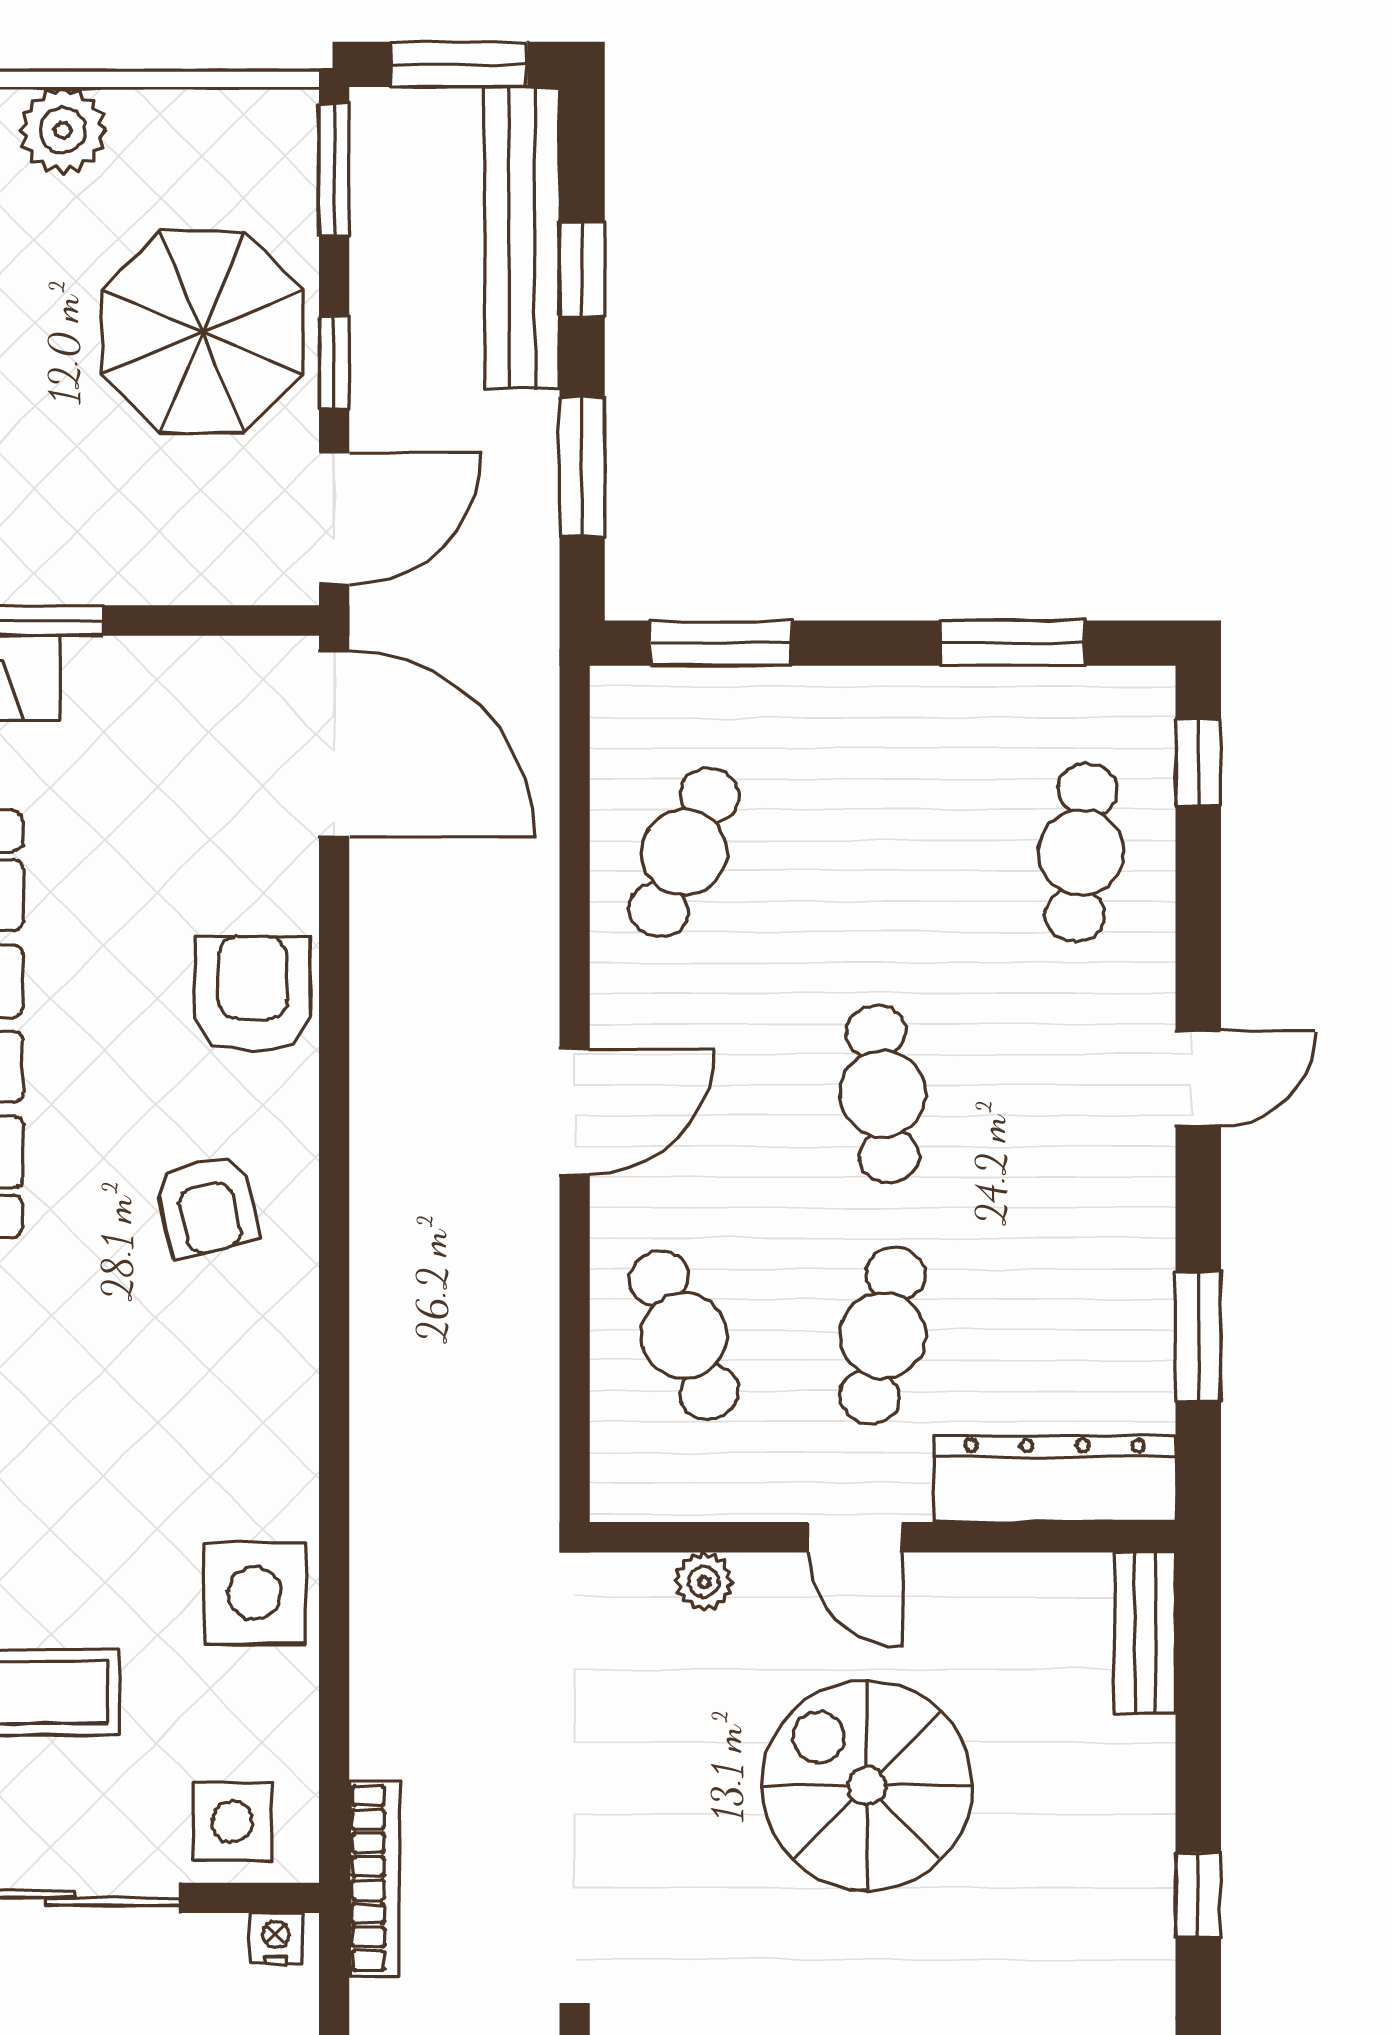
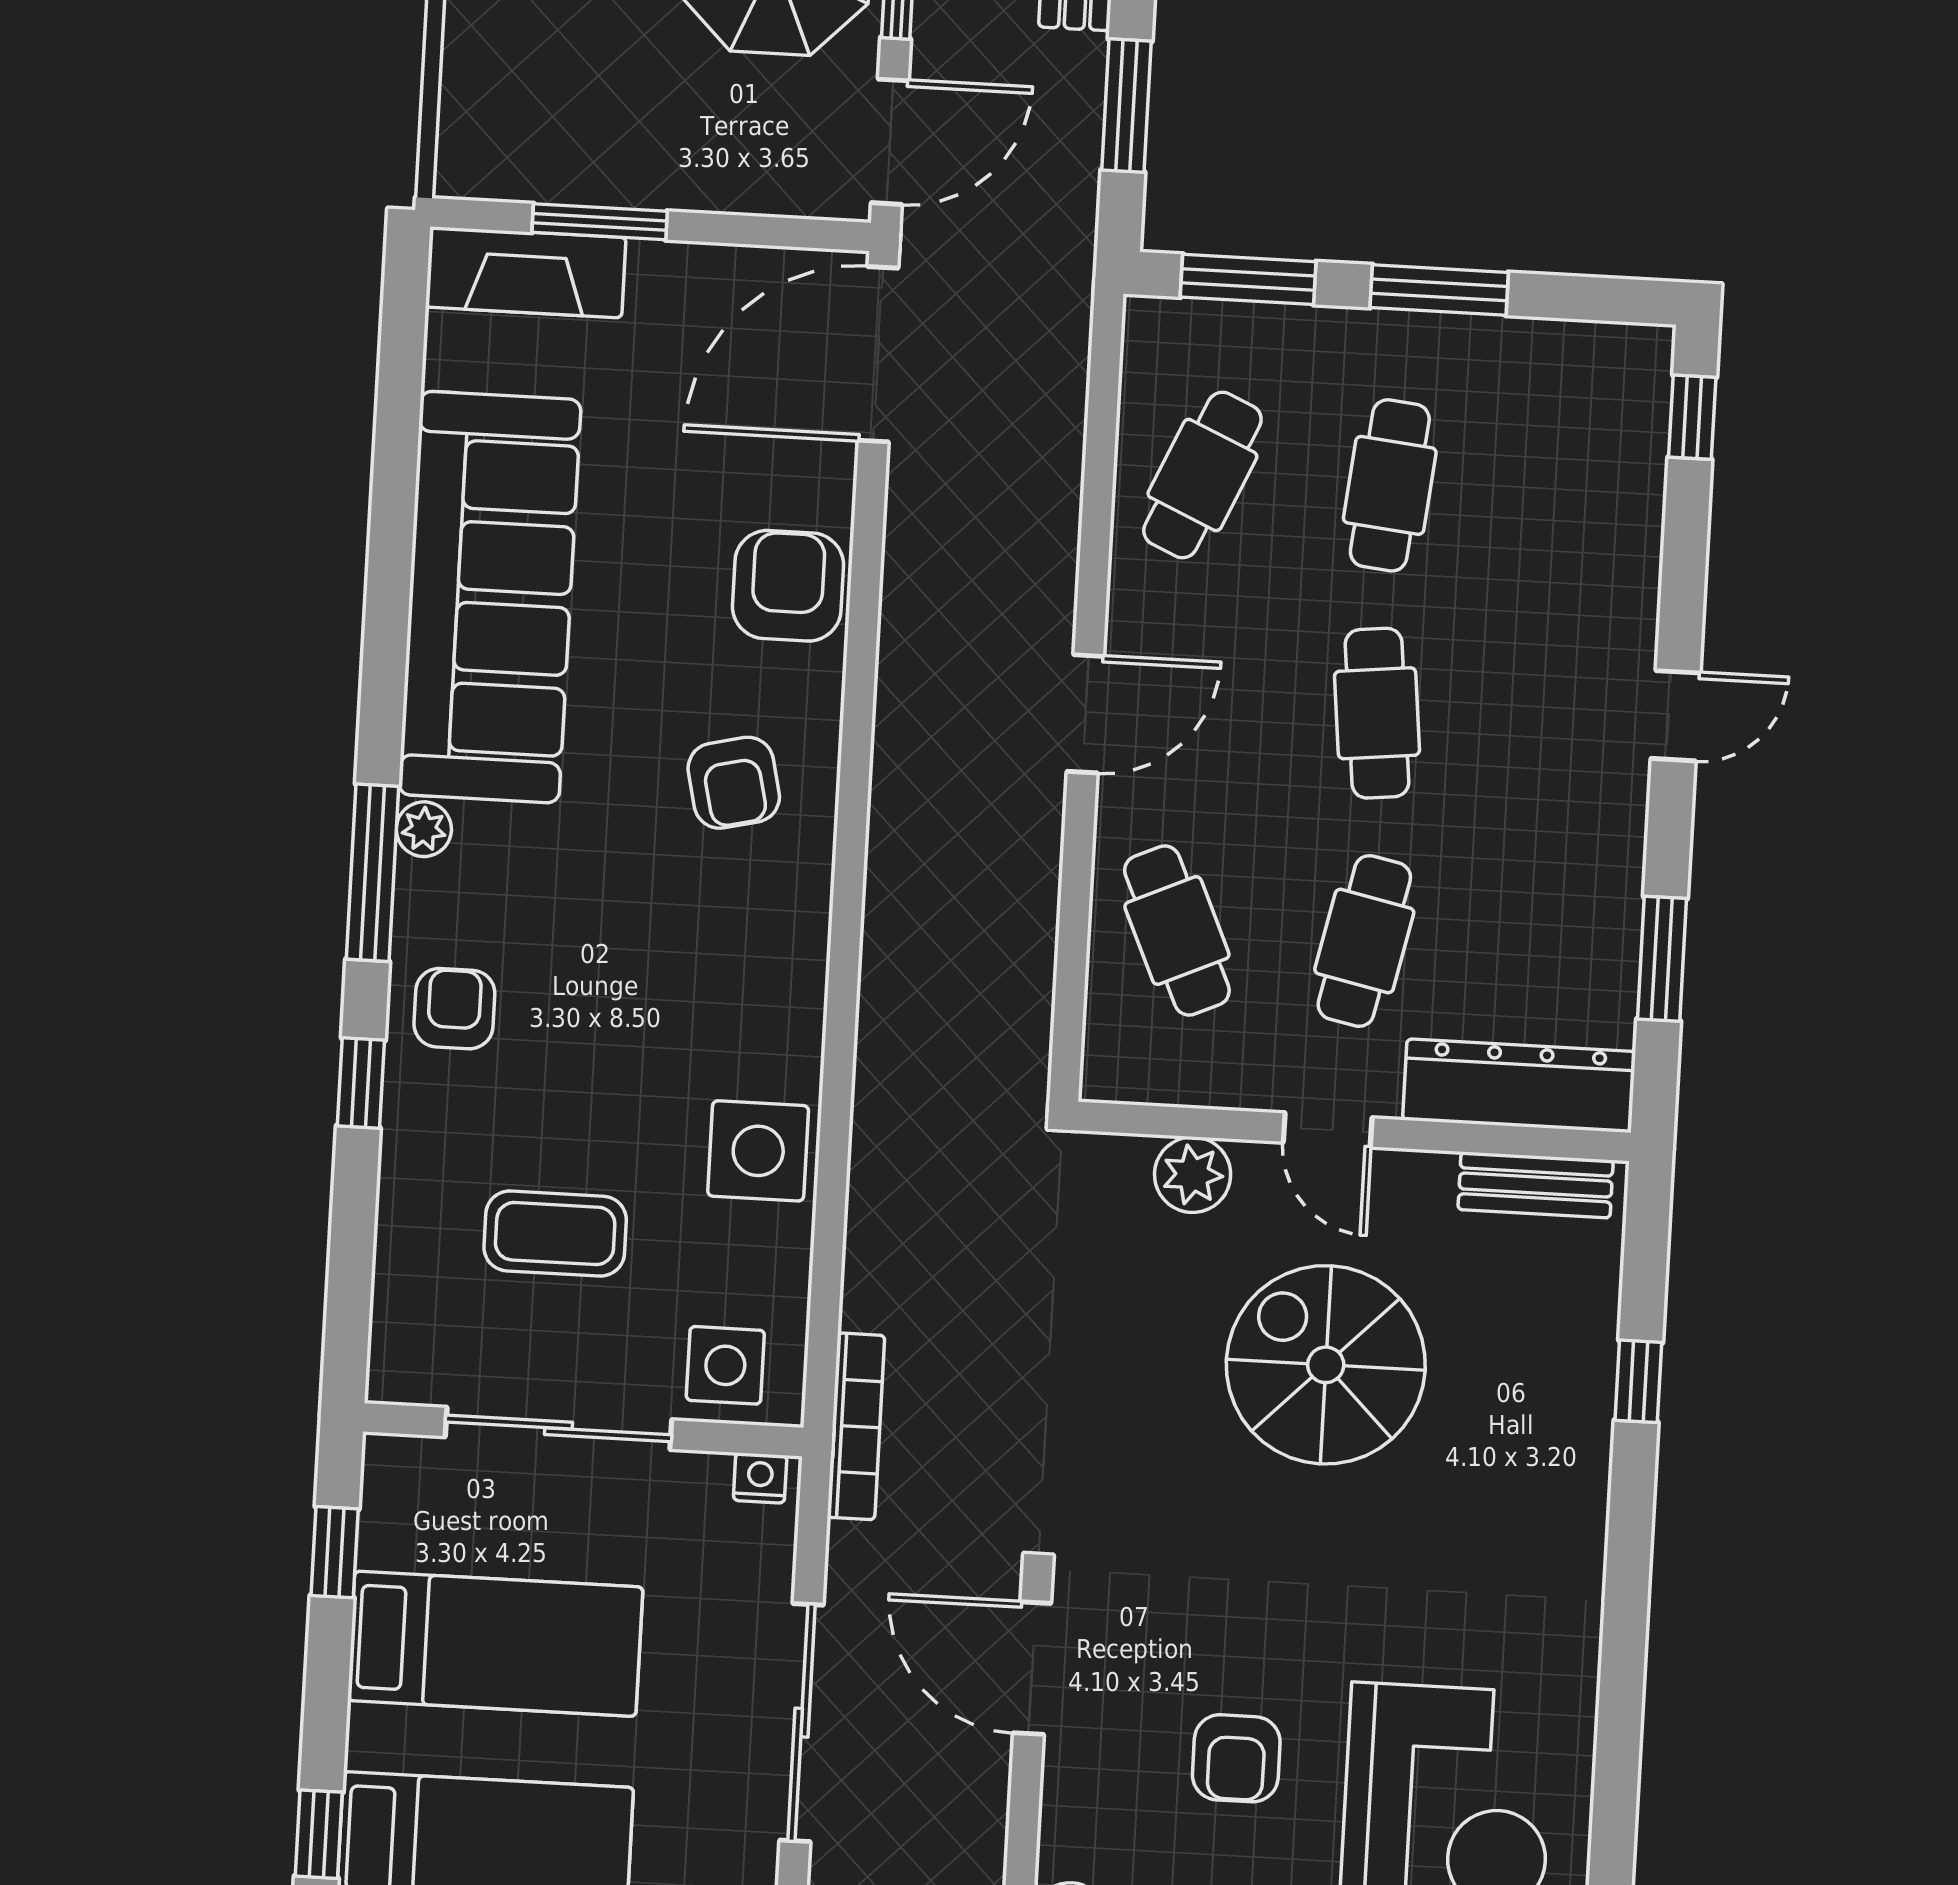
window: (1013, 643) -> (1439, 290), moved
door: (334, 744) -> (878, 354), swing flipped
cafe table: (1081, 852) -> (1390, 485), moved
plant: (704, 1582) -> (1193, 1175), width x1.38, depth x1.38
bench: (1145, 1633) -> (1536, 1185), moved, turned 90
window: (1198, 1895) -> (1638, 1381), moved

